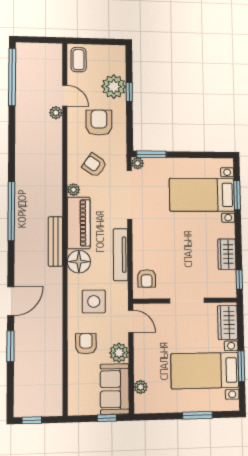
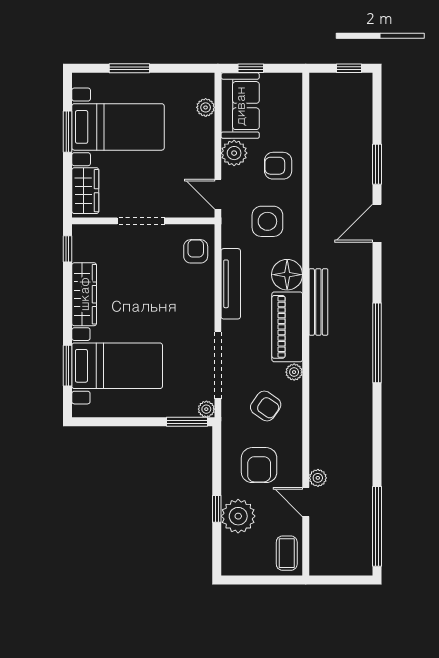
wardrobe: (227, 254) -> (84, 294), width x1.50
armchair: (86, 344) -> (278, 166), turned 90

